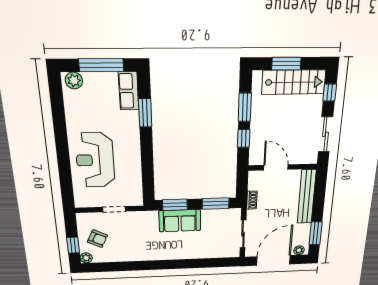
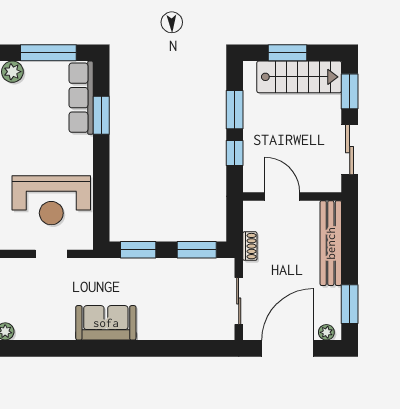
row of seats: (129, 91) -> (81, 98), width x1.48
window: (330, 93) -> (350, 91), width x1.50
reception desk: (95, 160) -> (51, 200), moved, turned -90
sofa: (180, 221) -> (106, 323), moved, turned 180
armchair: (97, 239) -> (24, 300), removed

